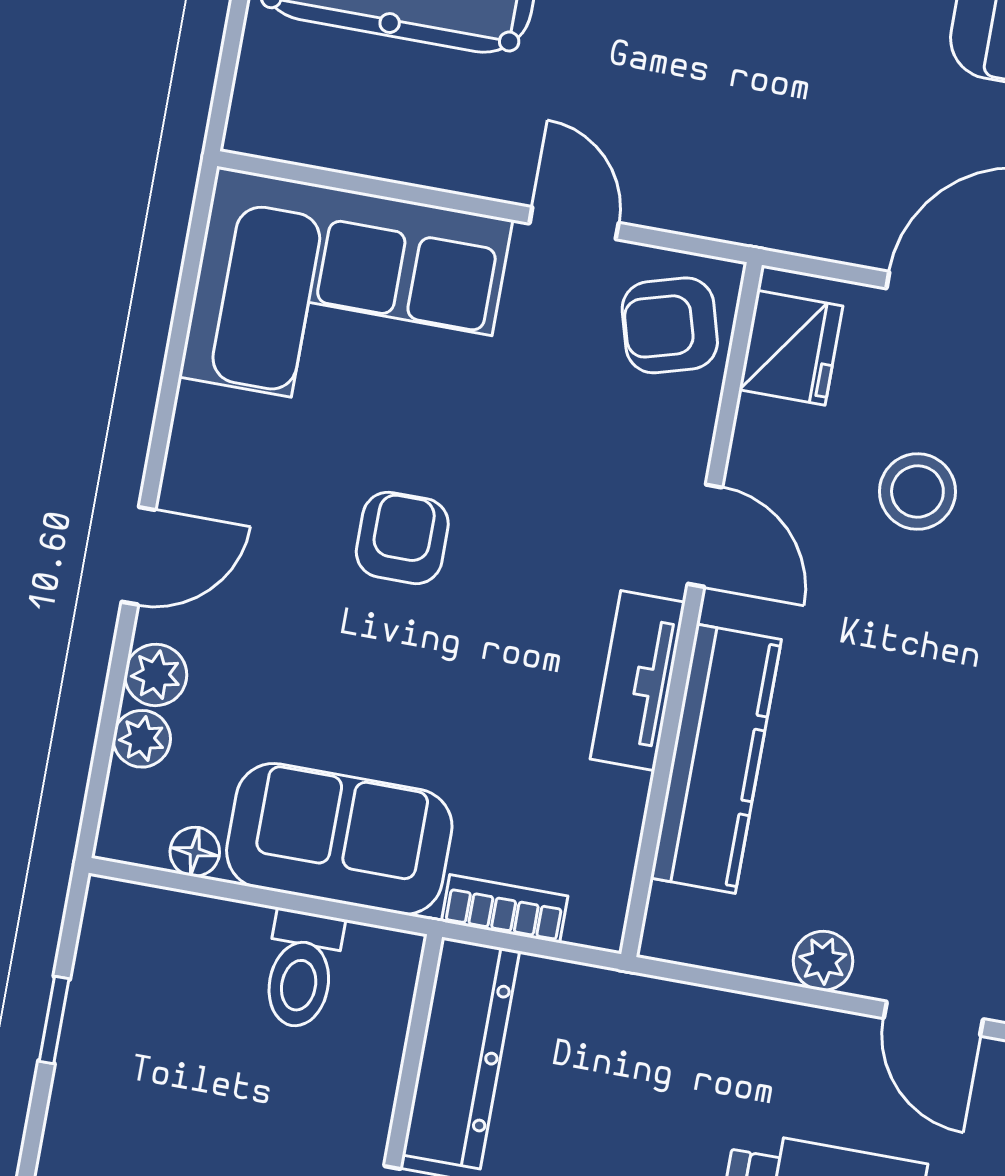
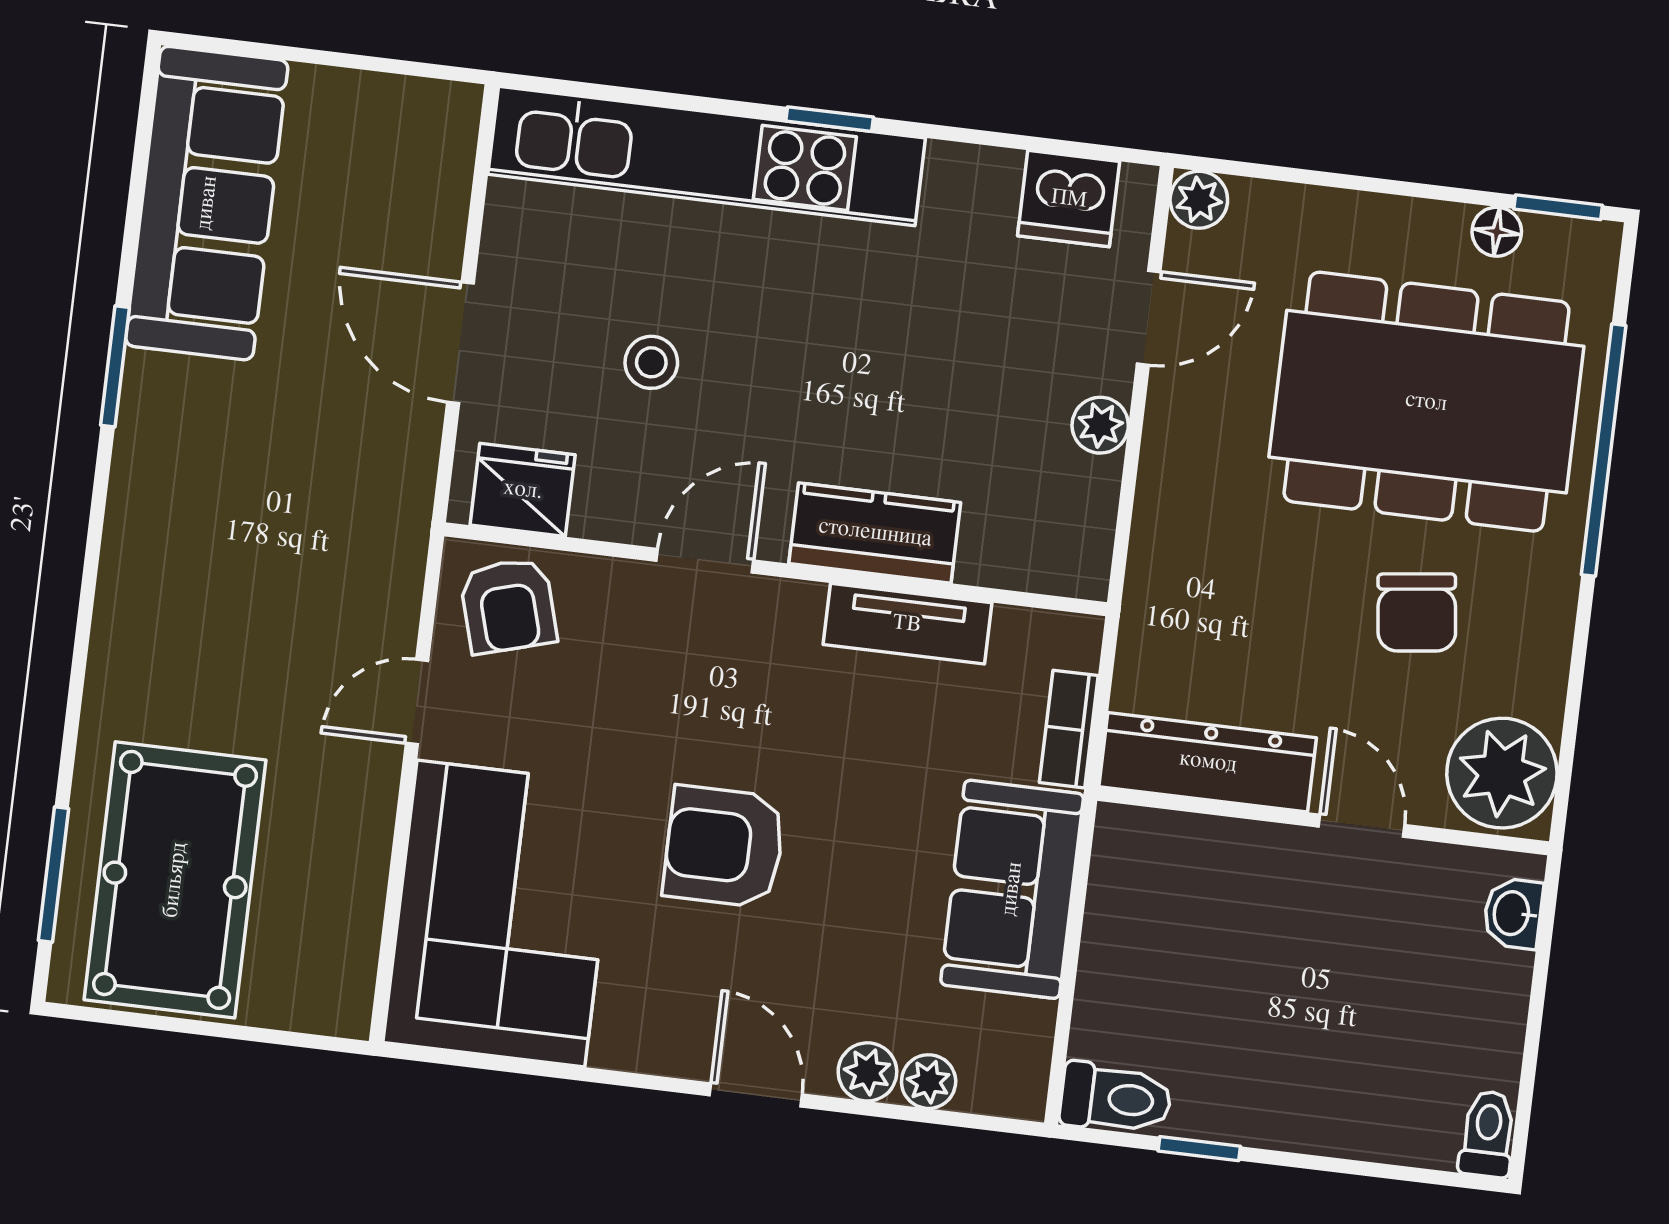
stool: (917, 491) -> (651, 362), width x0.73, depth x0.73
armchair: (402, 538) -> (724, 847), width x1.38, depth x1.38
tv unit: (638, 681) -> (907, 624), moved
kitchen counter: (716, 759) -> (875, 533), width x0.67
floor lamp: (195, 852) -> (1032, 1025), removed
toilet: (301, 969) -> (1116, 1098), moved

